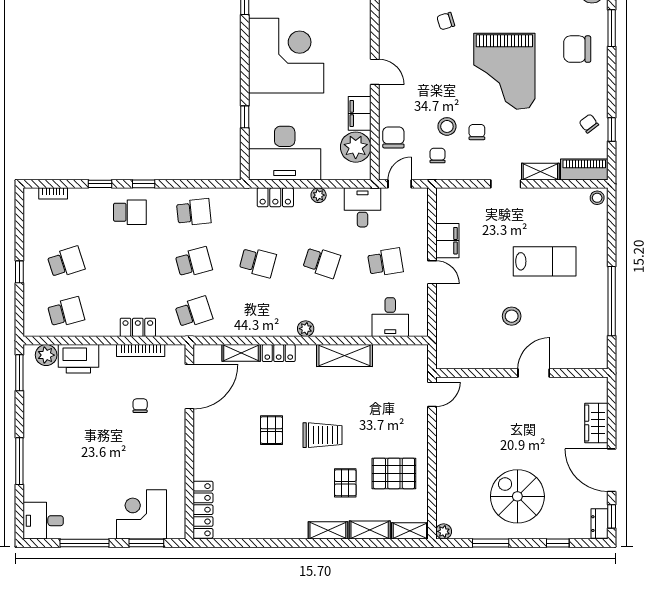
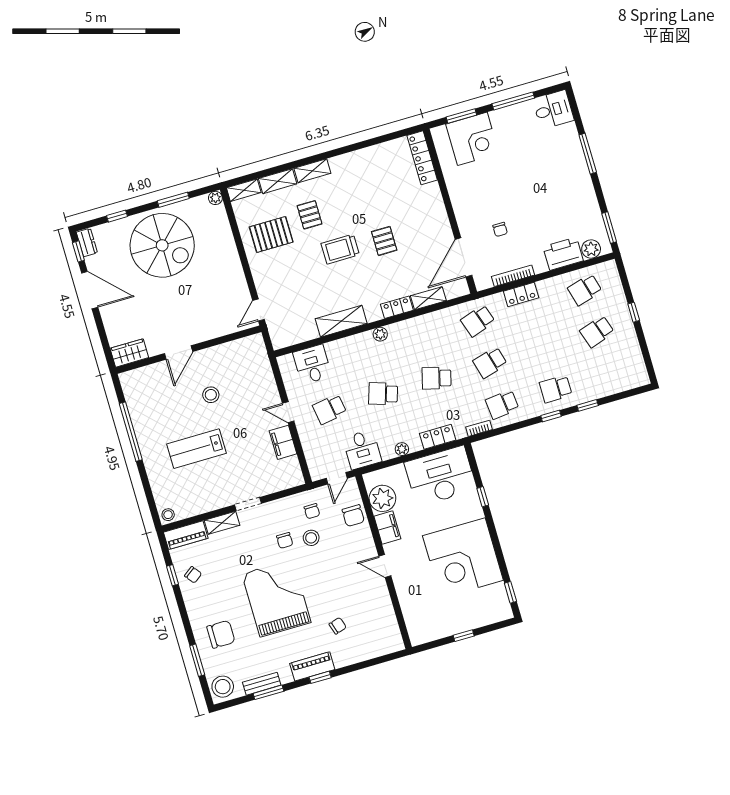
bookcase: (53, 193) -> (479, 428), moved
wardrobe: (596, 423) -> (129, 353), moved, turned -90
spiral stairs: (517, 496) -> (162, 245), width x1.37, depth x1.37

